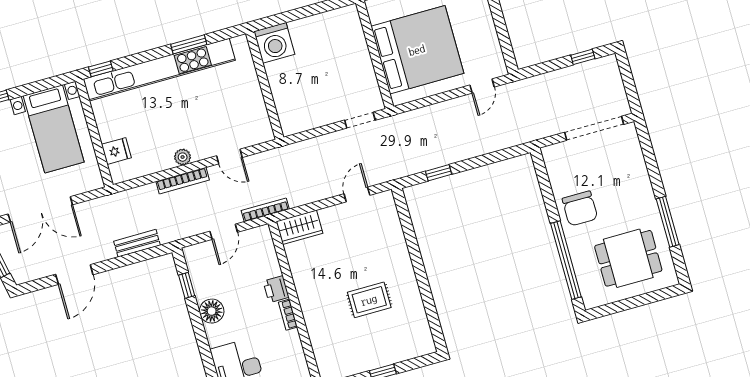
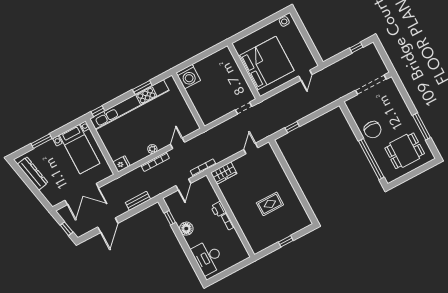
fridge: (116, 151) -> (121, 164), moved
door: (229, 157) -> (178, 143), swing flipped

